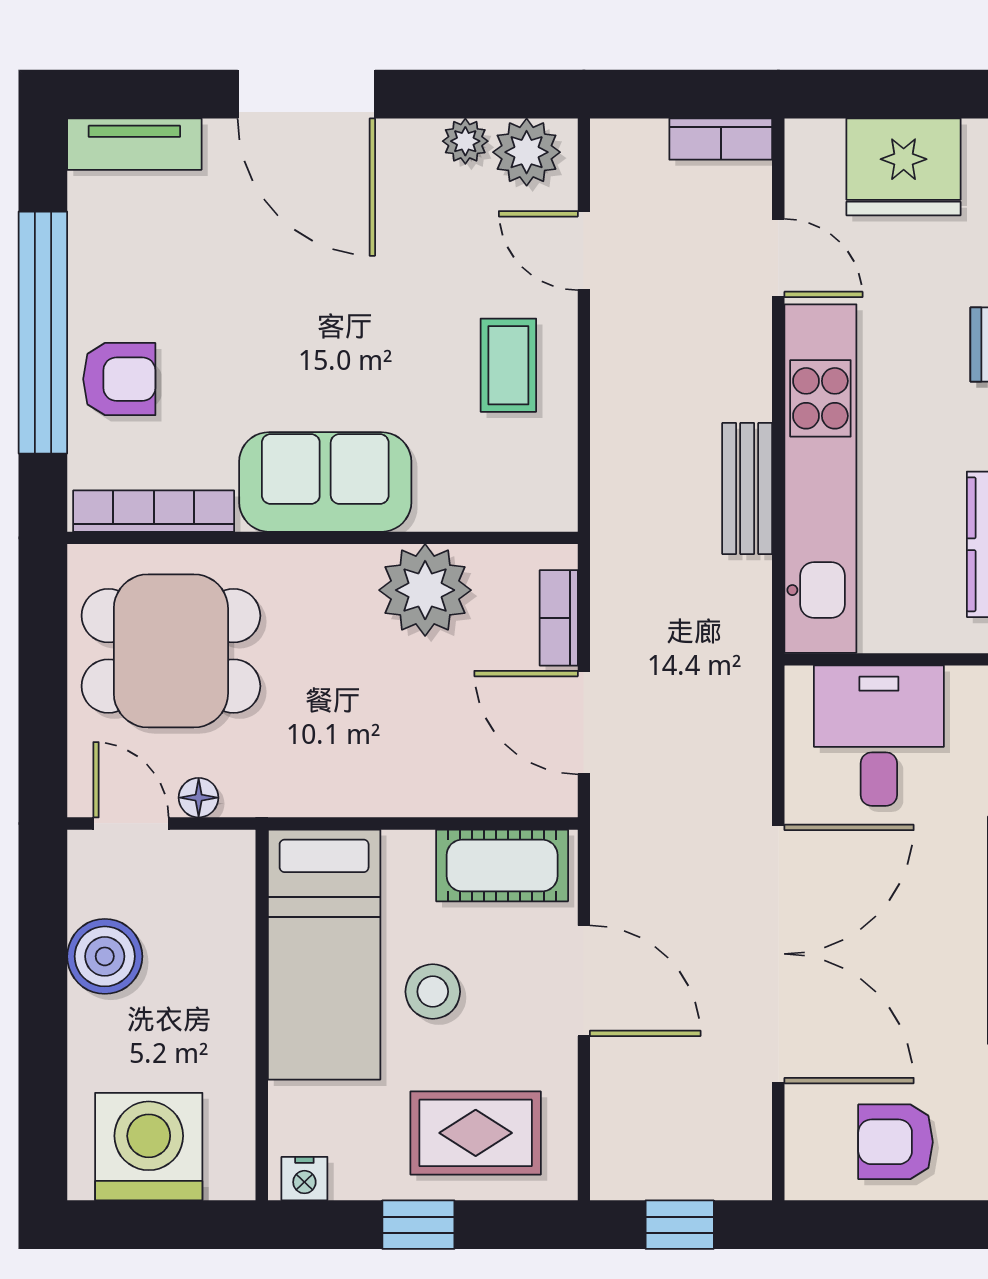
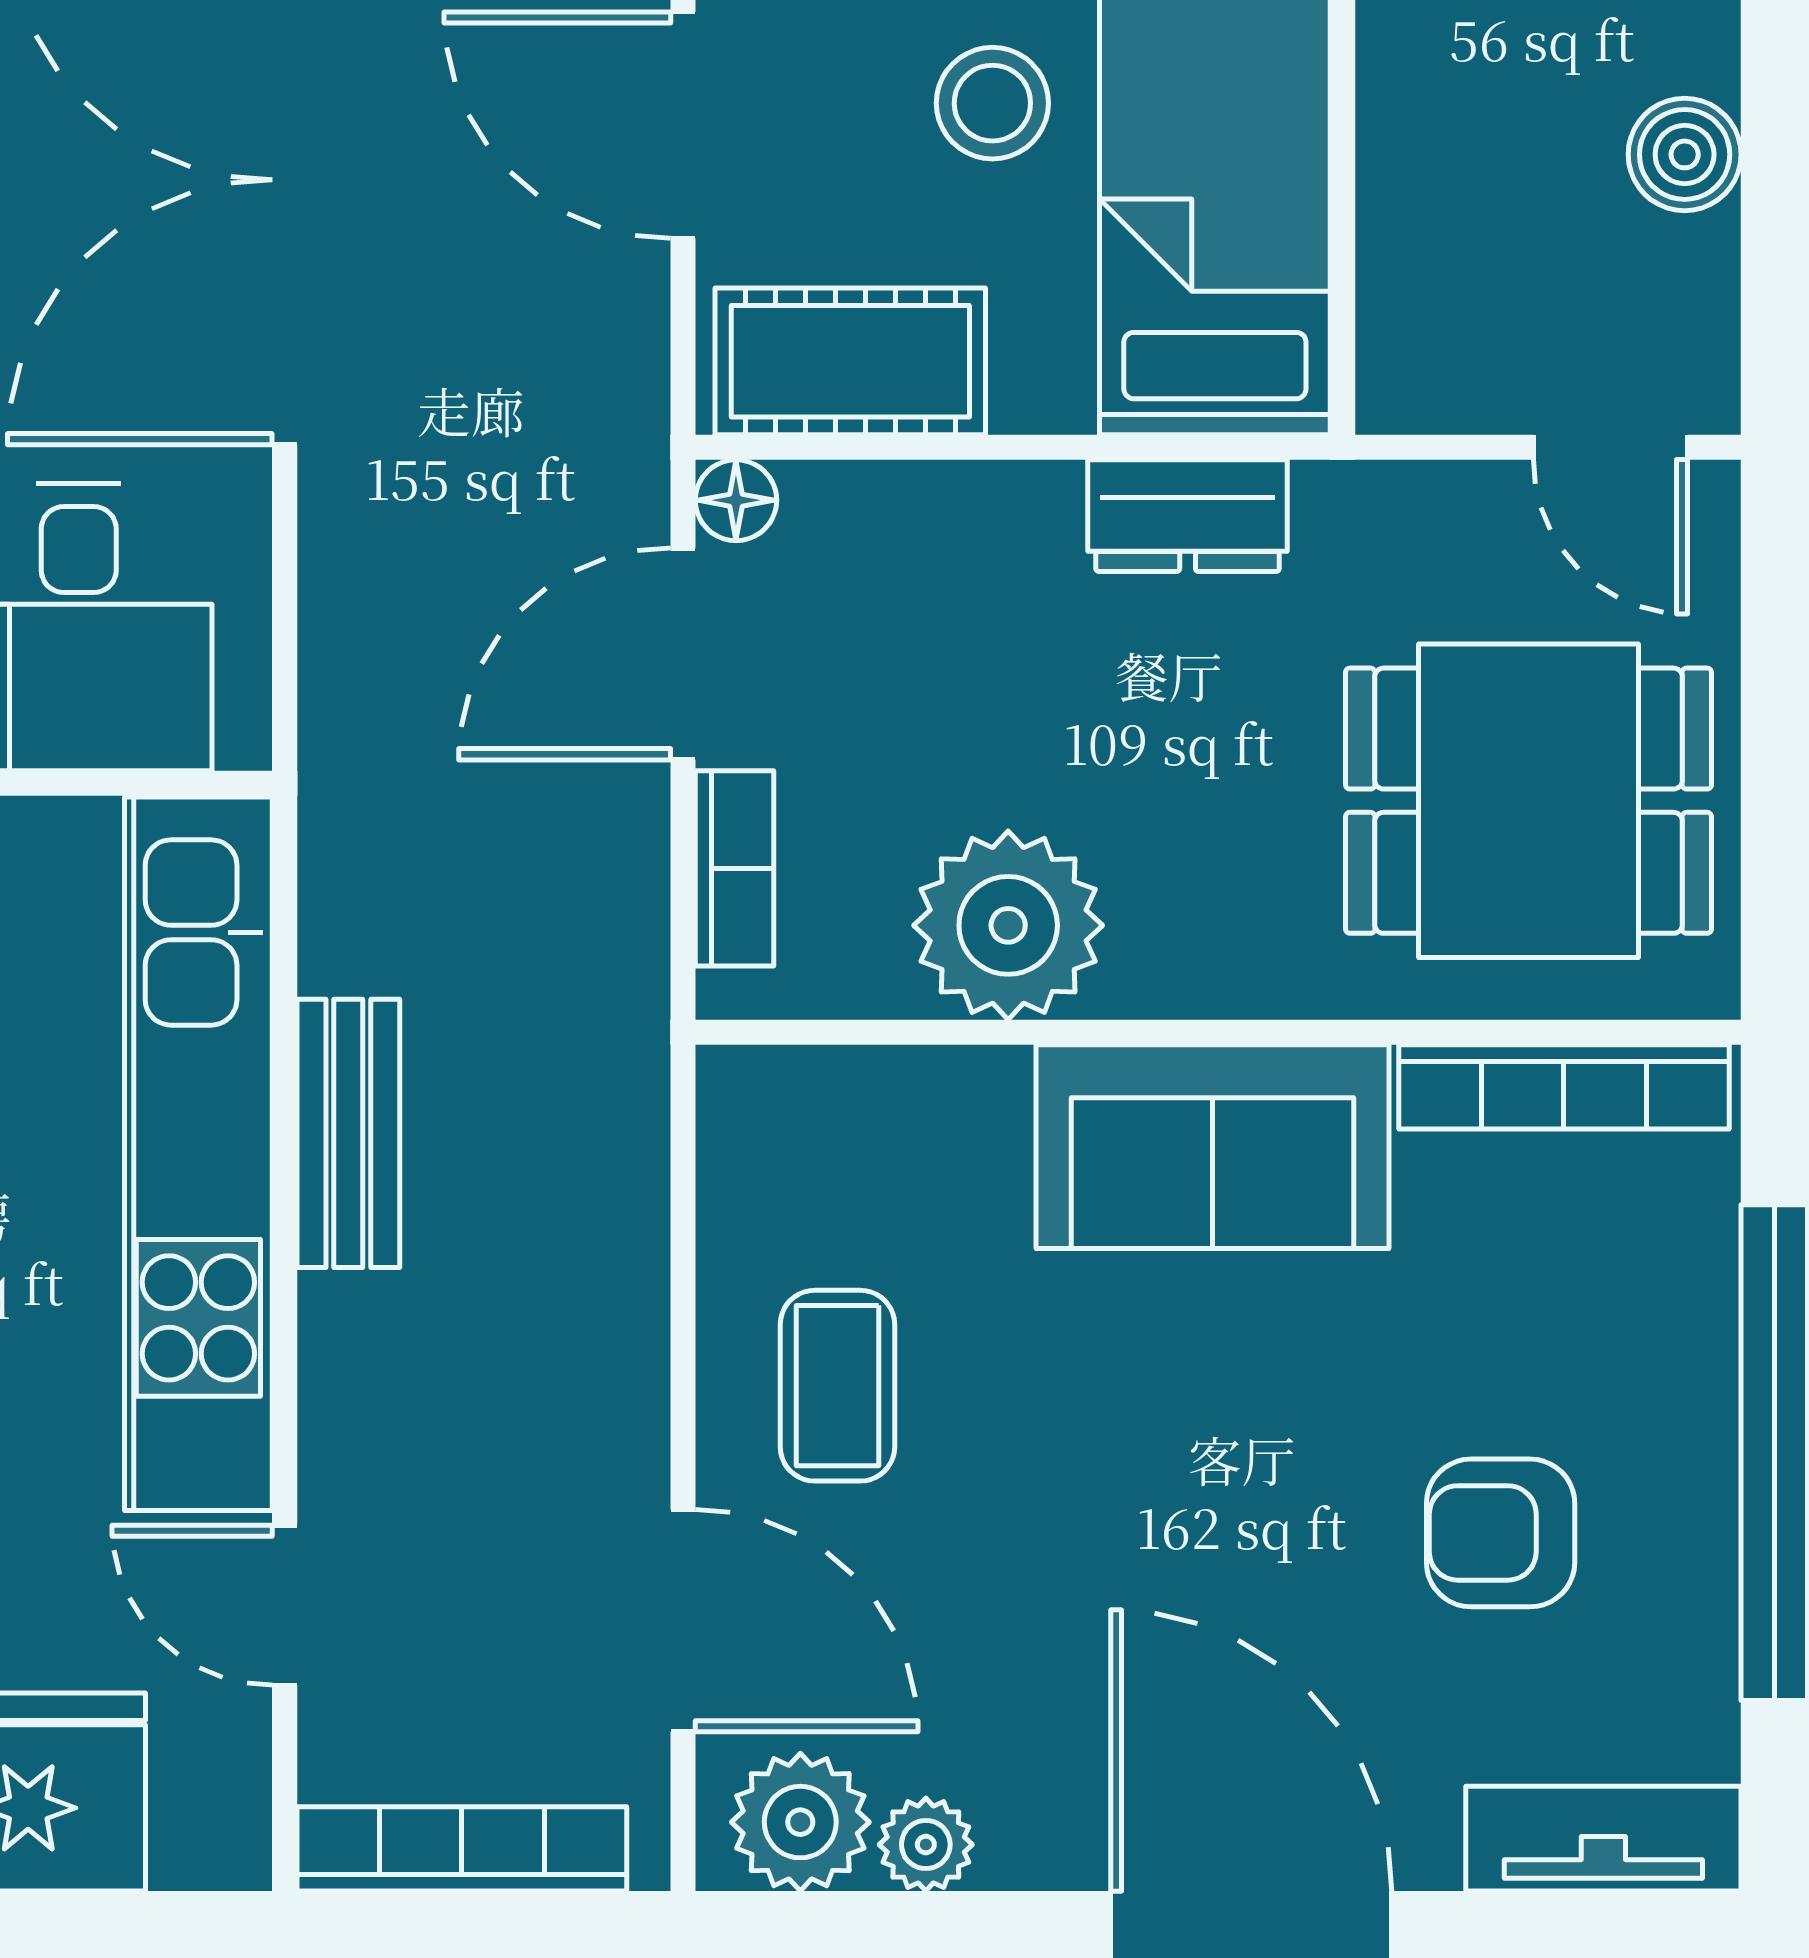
bookcase: (721, 139) -> (462, 1849), width x1.56
door: (584, 251) -> (683, 1621), width x1.38
armchair: (119, 379) -> (1501, 1533), moved
door: (584, 723) -> (683, 654), swing flipped
dresser: (337, 790) -> (1188, 516), added
floor lamp: (199, 798) -> (736, 500), moved
boiler: (105, 956) -> (1685, 154), width x0.73, depth x0.73

